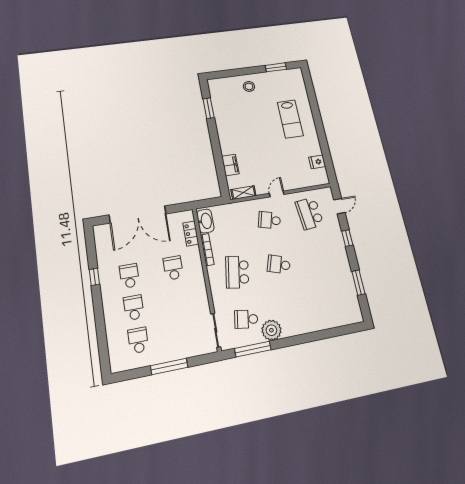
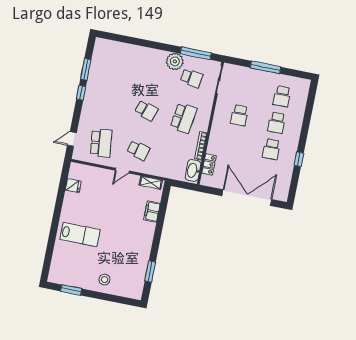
lab bench: (290, 119) -> (80, 235), turned 90
window: (347, 238) -> (81, 93), moved
school desk: (173, 268) -> (239, 115), moved

